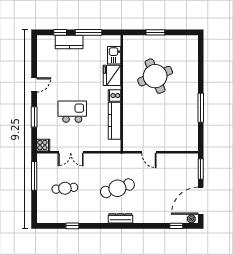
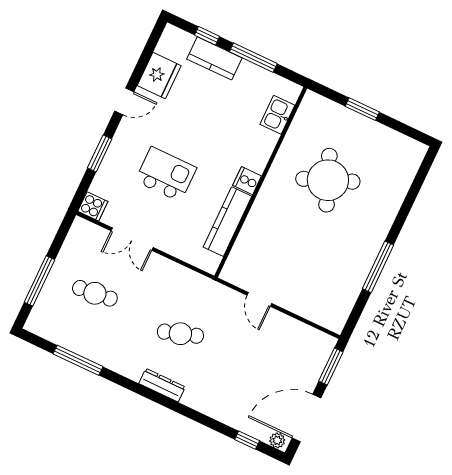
fridge: (112, 75) -> (159, 76), moved, turned 180
window: (34, 176) -> (39, 281), moved
cafe table: (117, 188) -> (180, 334), width x0.73, depth x0.74
window: (72, 226) -> (78, 360), width x2.17

